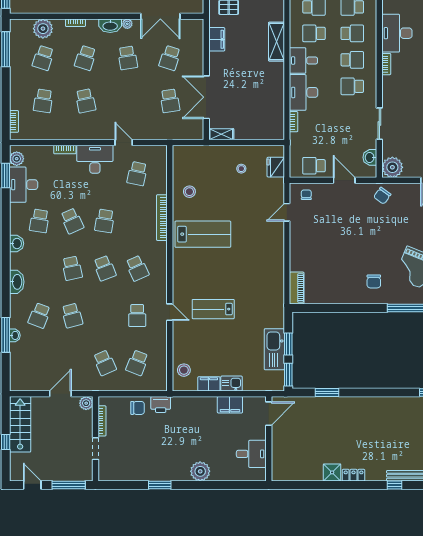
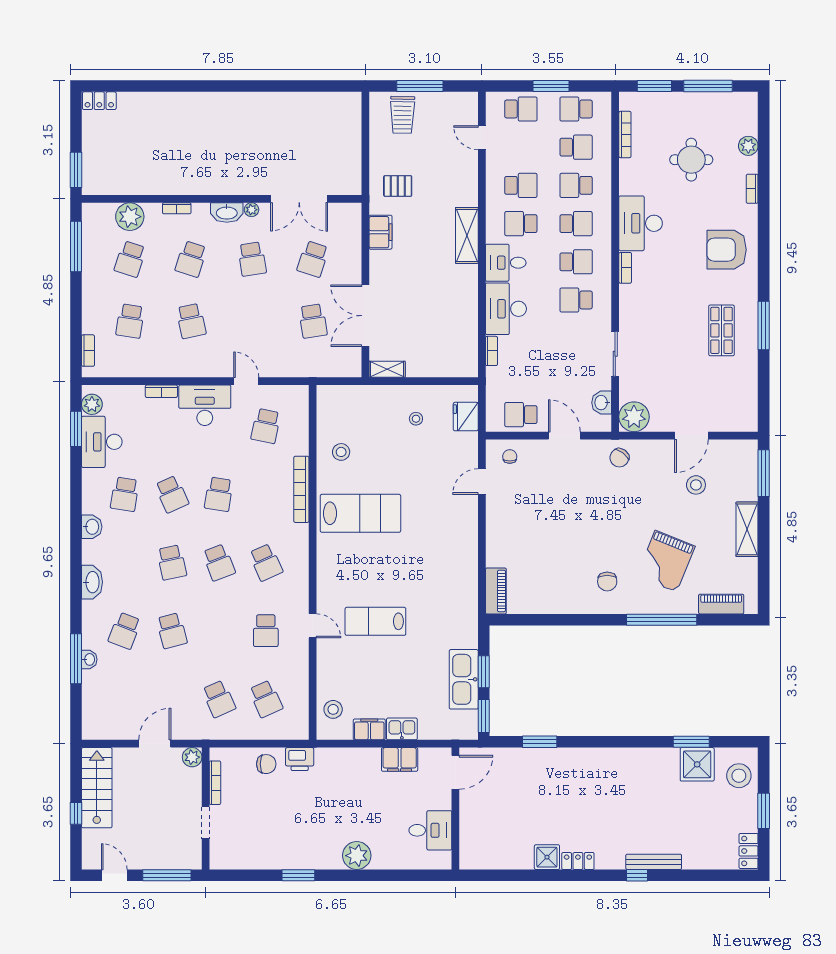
school desk: (137, 363) -> (266, 699), turned -45

